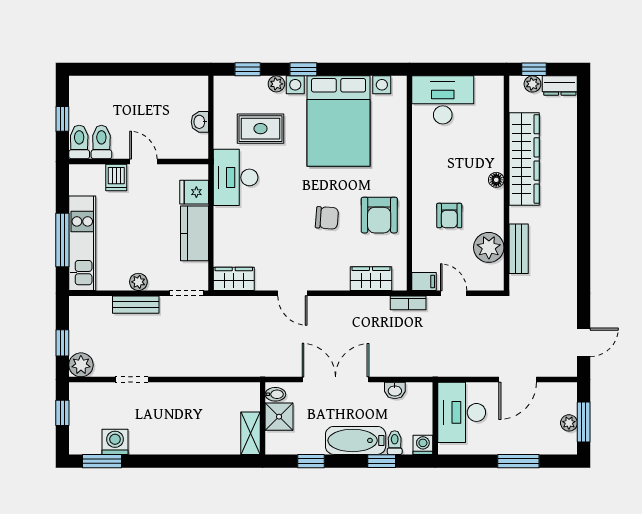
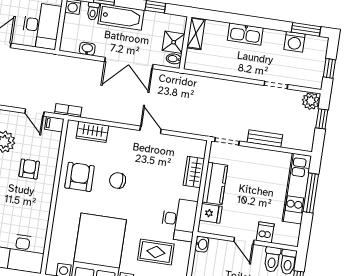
washbasin: (200, 122) -> (202, 244), moved
wardrobe: (234, 279) -> (194, 172), moved, turned 90
plant: (138, 282) -> (260, 155), removed
kitchen sink: (184, 442) -> (245, 34), added

